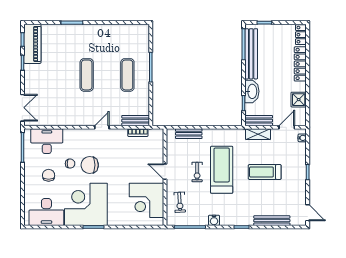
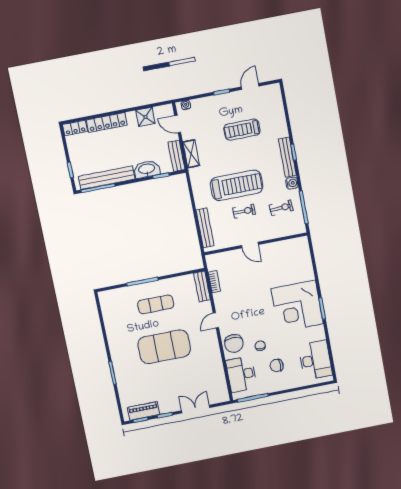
piano: (32, 44) -> (144, 411), width x0.73, depth x0.75
exercise mat: (87, 75) -> (164, 347), width x2.00, depth x1.45
double door: (22, 108) -> (196, 409), moved
door: (102, 127) -> (216, 320), hinge flipped
bench: (189, 134) -> (205, 228), width x1.36
chair: (90, 165) -> (234, 343), moved
treadmill: (222, 170) -> (237, 185), turned 180
door: (165, 172) -> (250, 245), hinge flipped
treadmill: (265, 172) -> (242, 130), moved, turned 90
corner desk: (146, 200) -> (284, 259), removed
exercise bike: (180, 202) -> (281, 208), moved
corner desk: (86, 204) -> (297, 306), moved
door: (308, 213) -> (250, 86), moved
bench: (272, 221) -> (287, 157), moved

